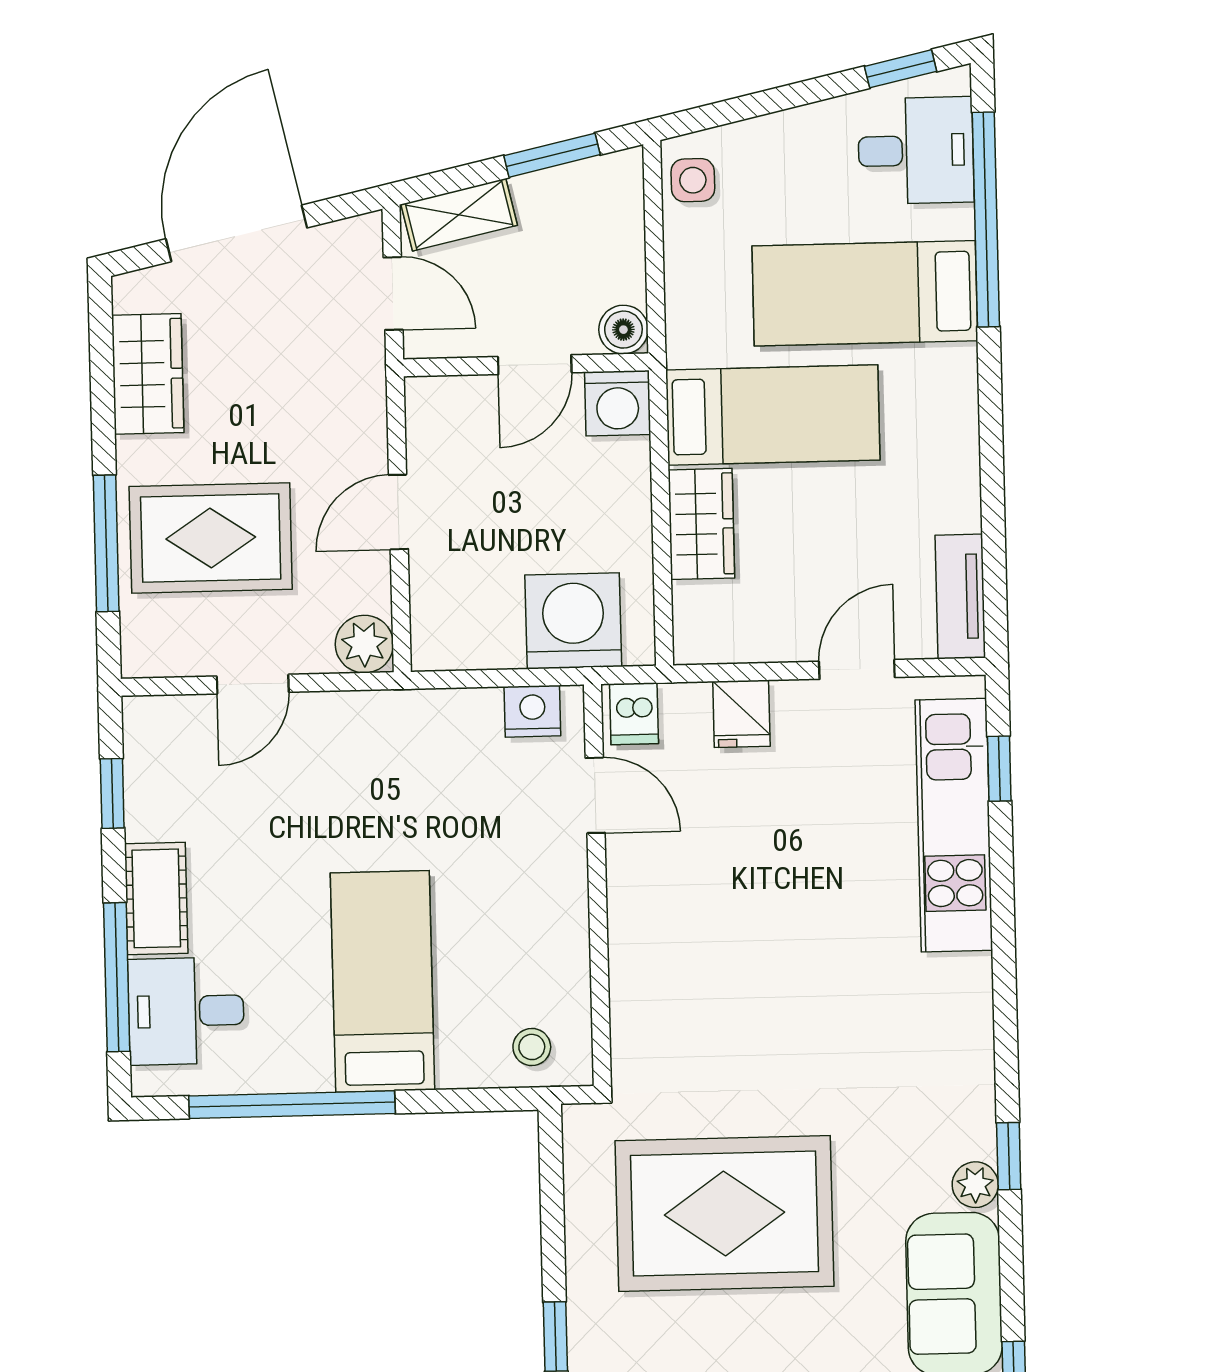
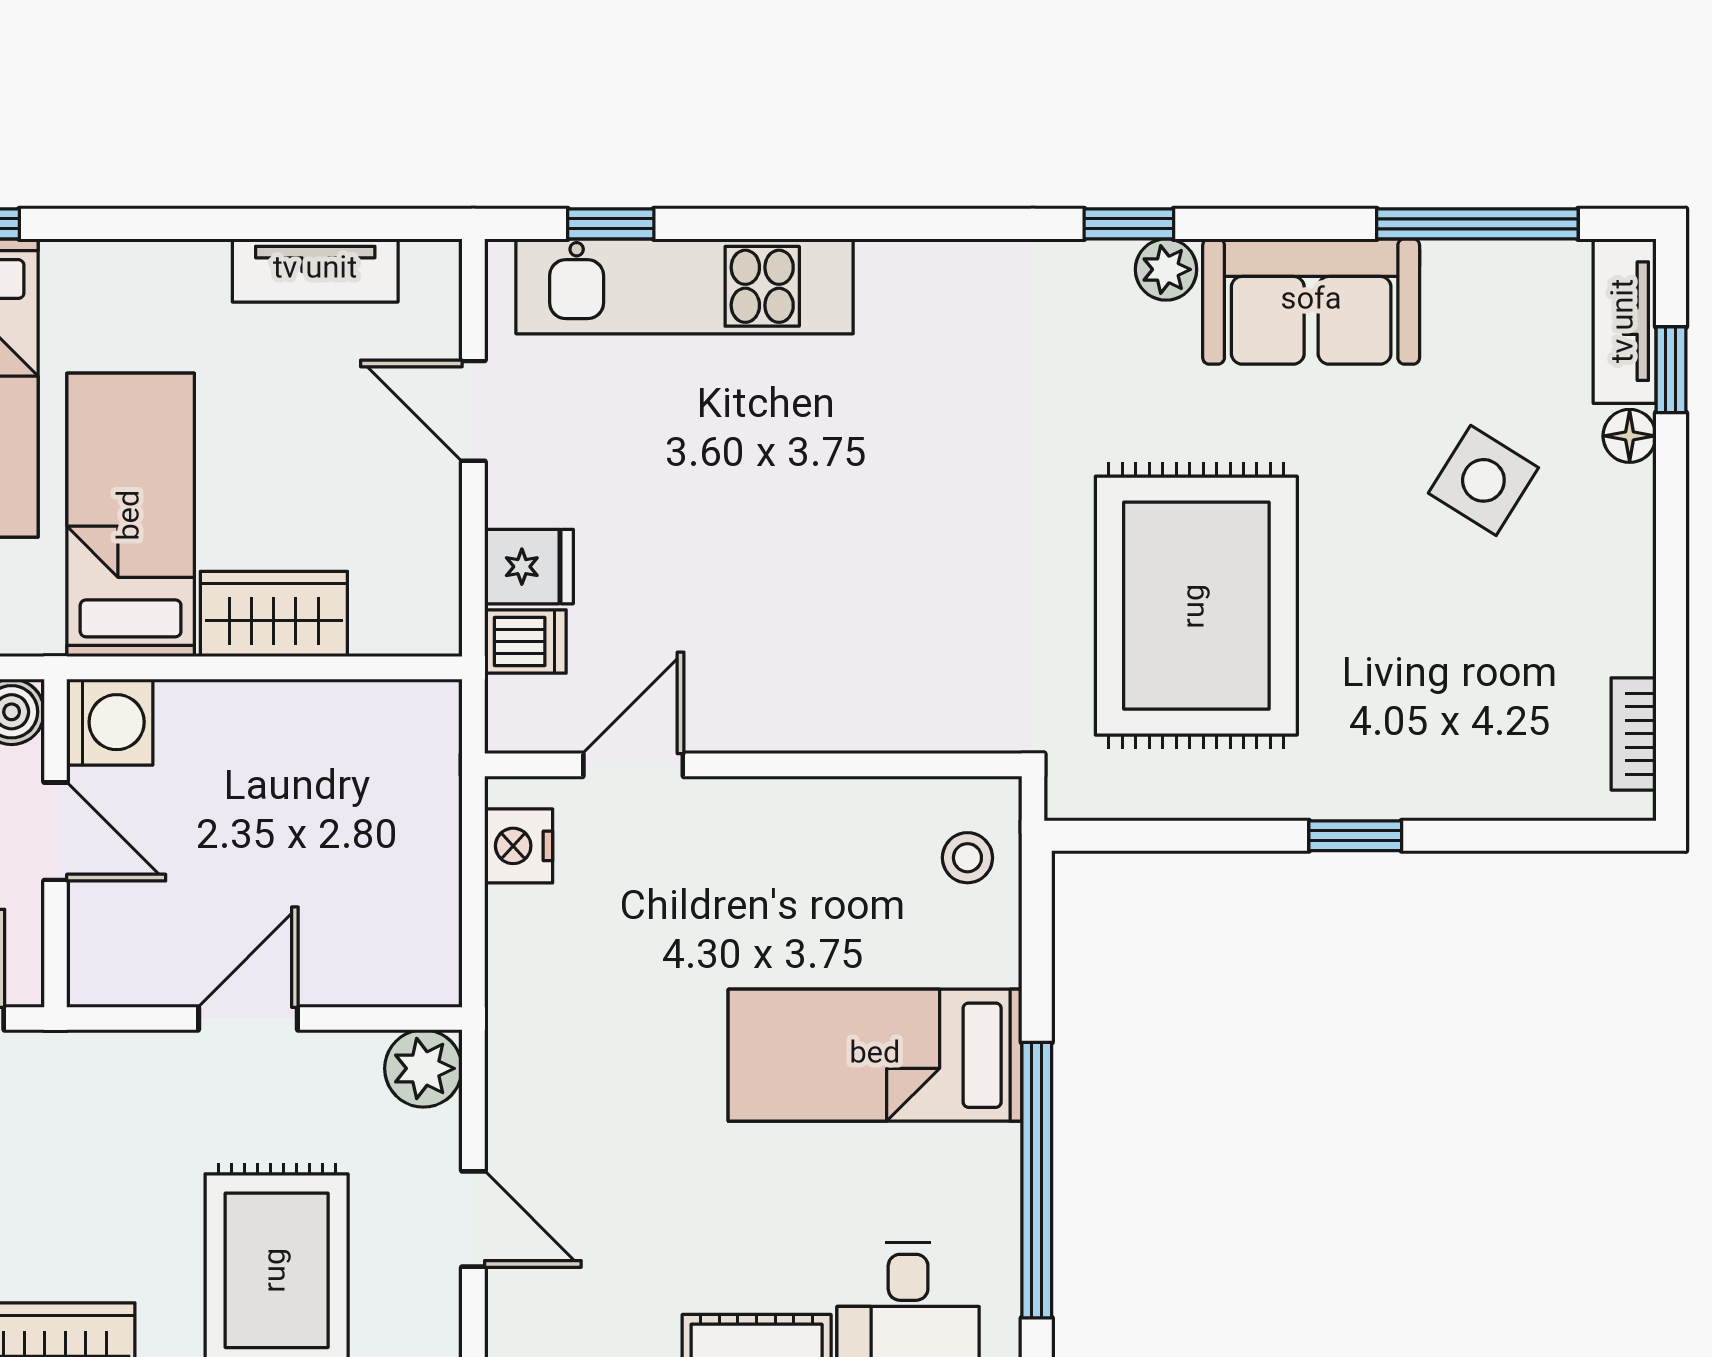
door: (398, 512) -> (248, 1019), swing flipped
tv unit: (960, 596) -> (315, 270), moved
washing machine: (573, 621) -> (399, 788), removed
dishwasher: (634, 714) -> (525, 641), moved

